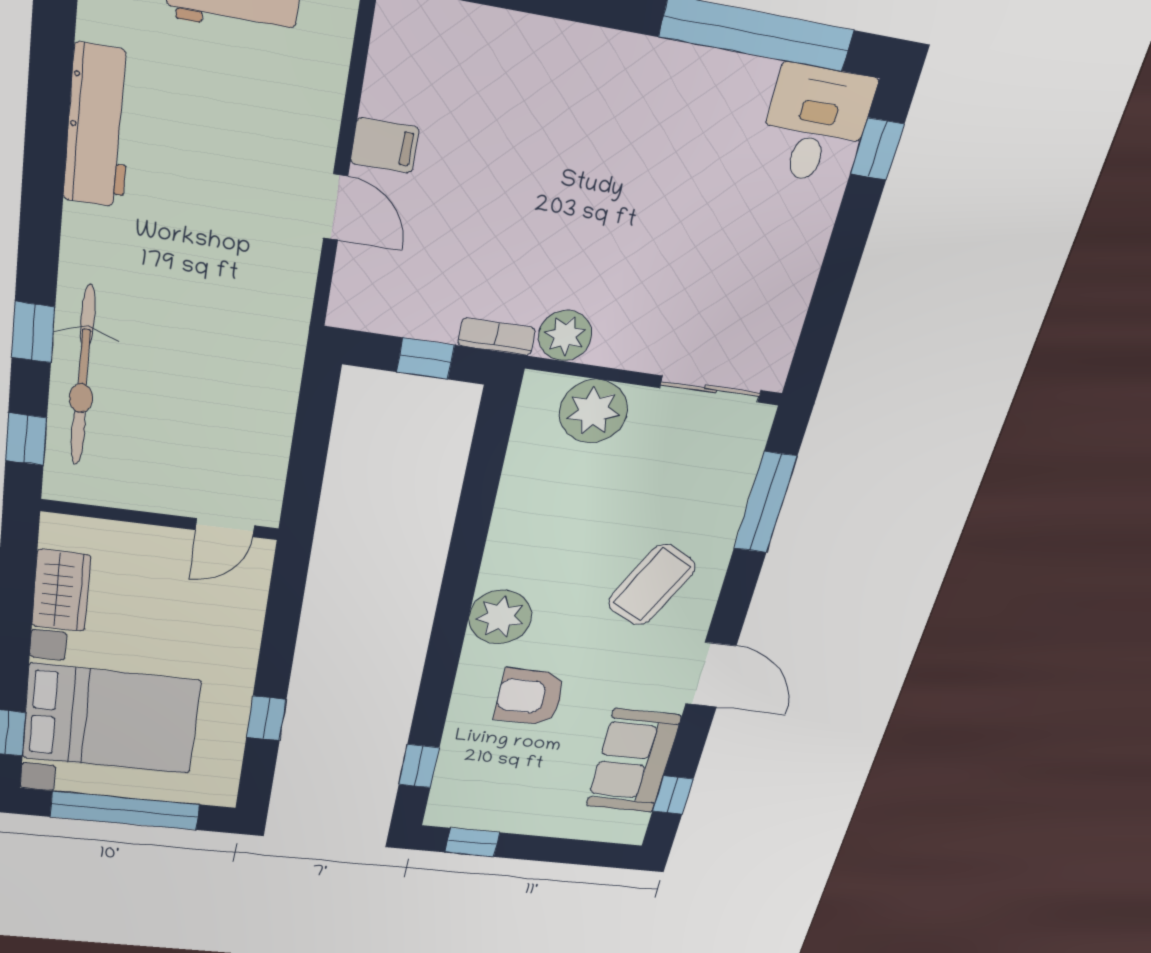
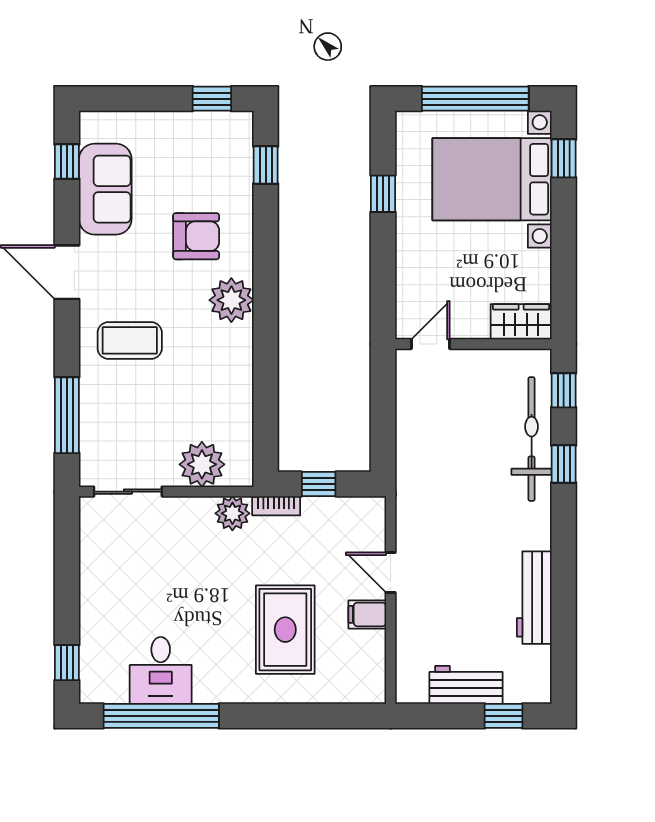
desk: (815, 125) -> (161, 670), moved
rug: (523, 143) -> (285, 630), added
coffee table: (652, 585) -> (130, 340), turned 63
wardrobe: (61, 590) -> (521, 322), moved, turned 90

